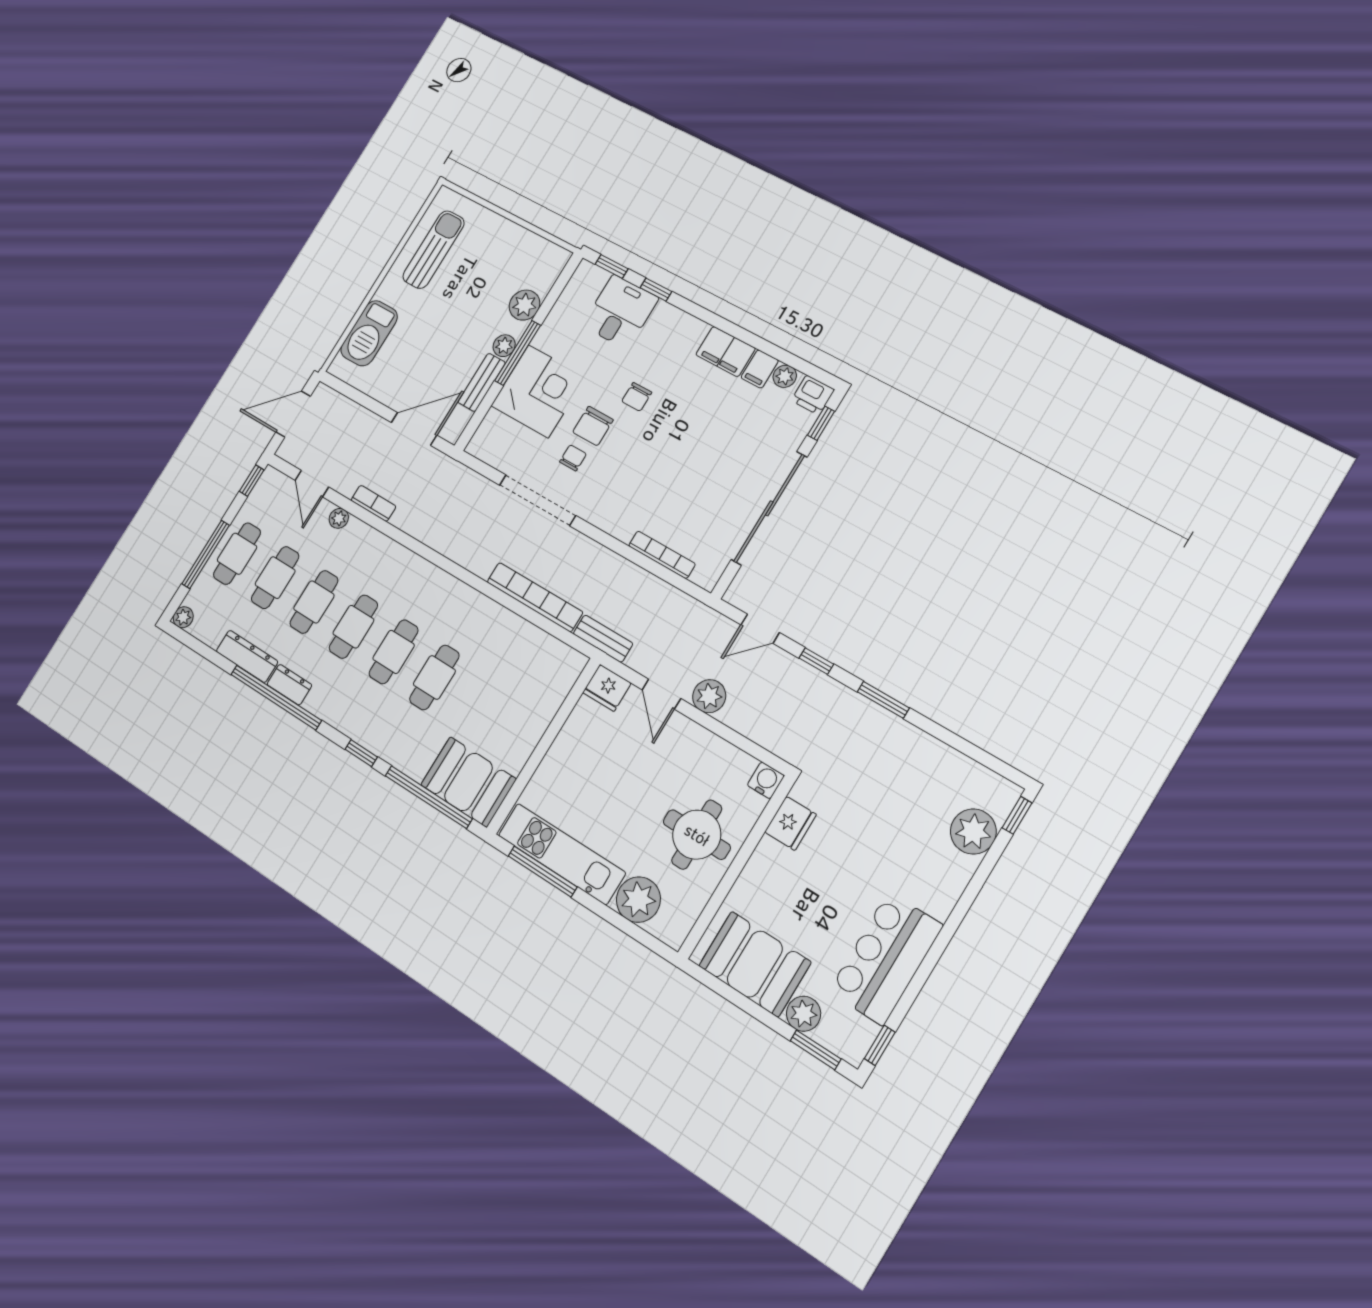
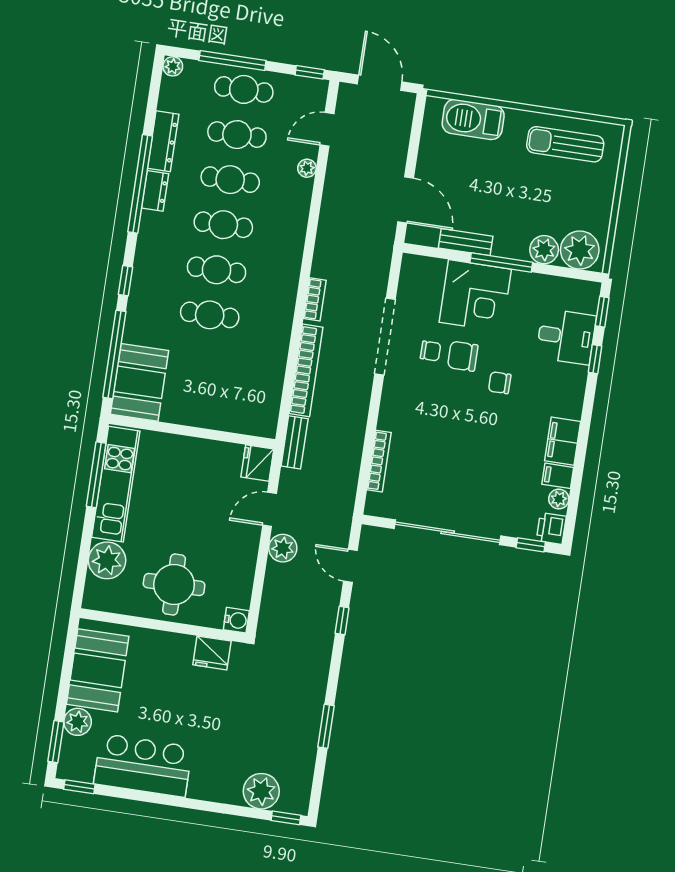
sun lounger: (434, 250) -> (565, 144), turned 180
plant: (504, 346) -> (580, 250), moved, width x1.88, depth x1.88
bookcase: (374, 503) -> (315, 299), moved
window: (883, 700) -> (326, 726), moved

